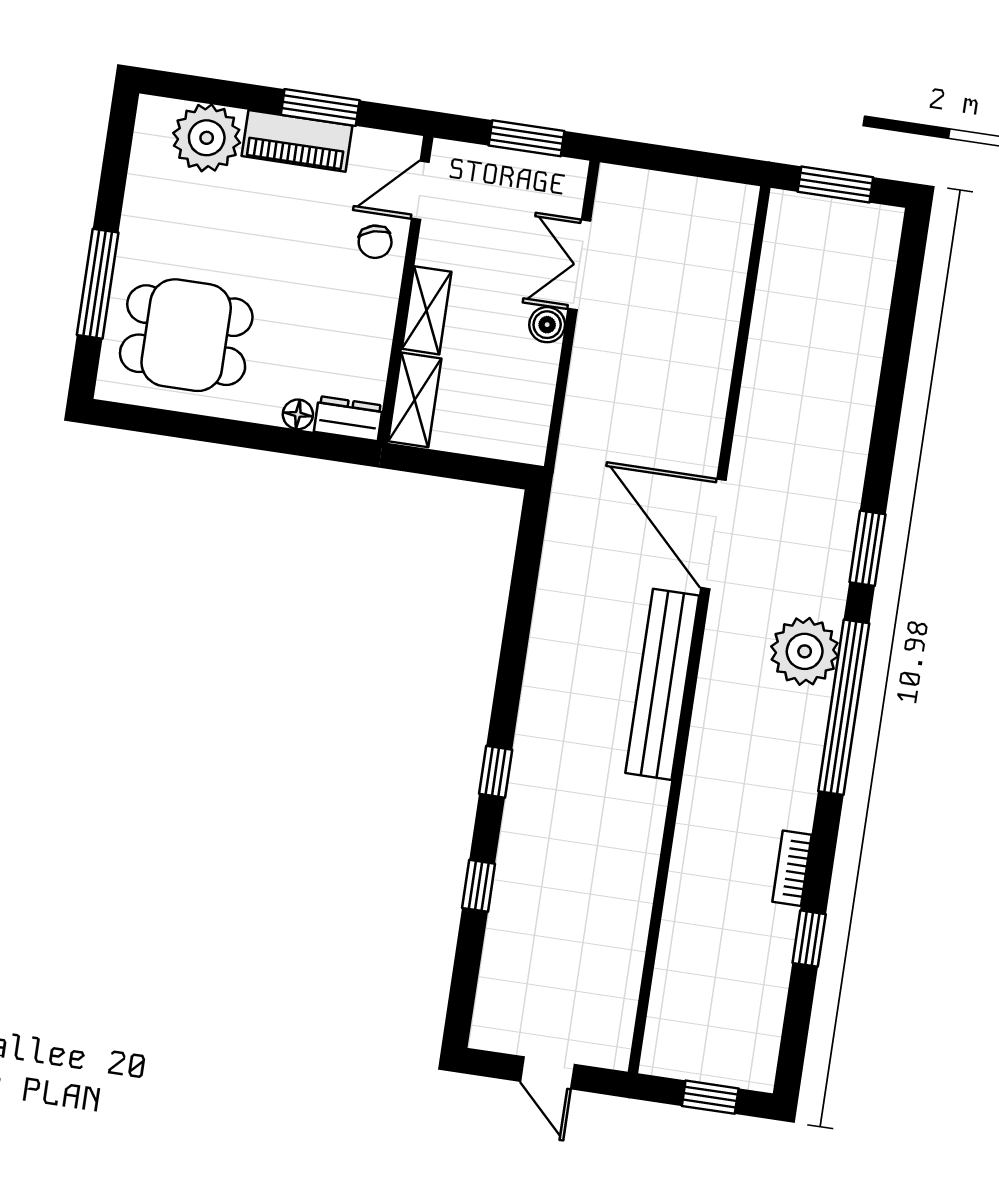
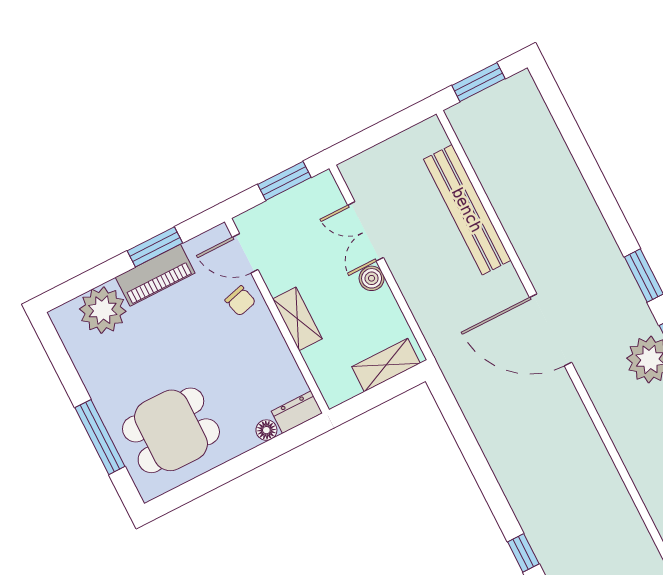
door: (420, 190) -> (245, 253), hinge flipped
shelving: (415, 400) -> (386, 365), moved, turned 90
bench: (662, 684) -> (467, 210), moved

